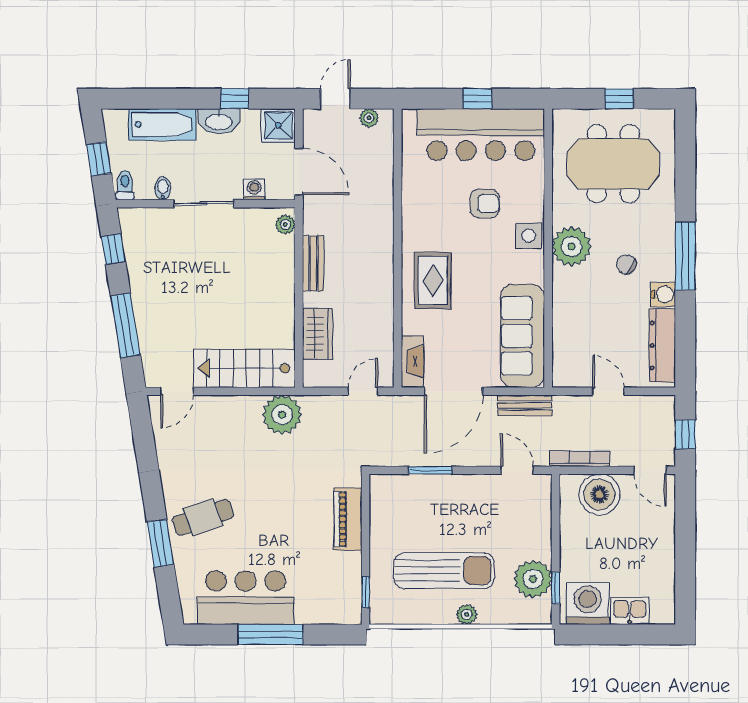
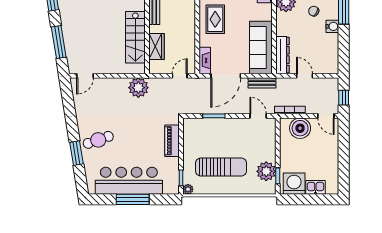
dresser: (662, 345) -> (282, 55), moved, turned 180
stairs: (244, 368) -> (135, 37), moved, turned -90
bar counter: (246, 598) -> (129, 181), width x1.36
plant: (467, 614) -> (188, 189), moved

